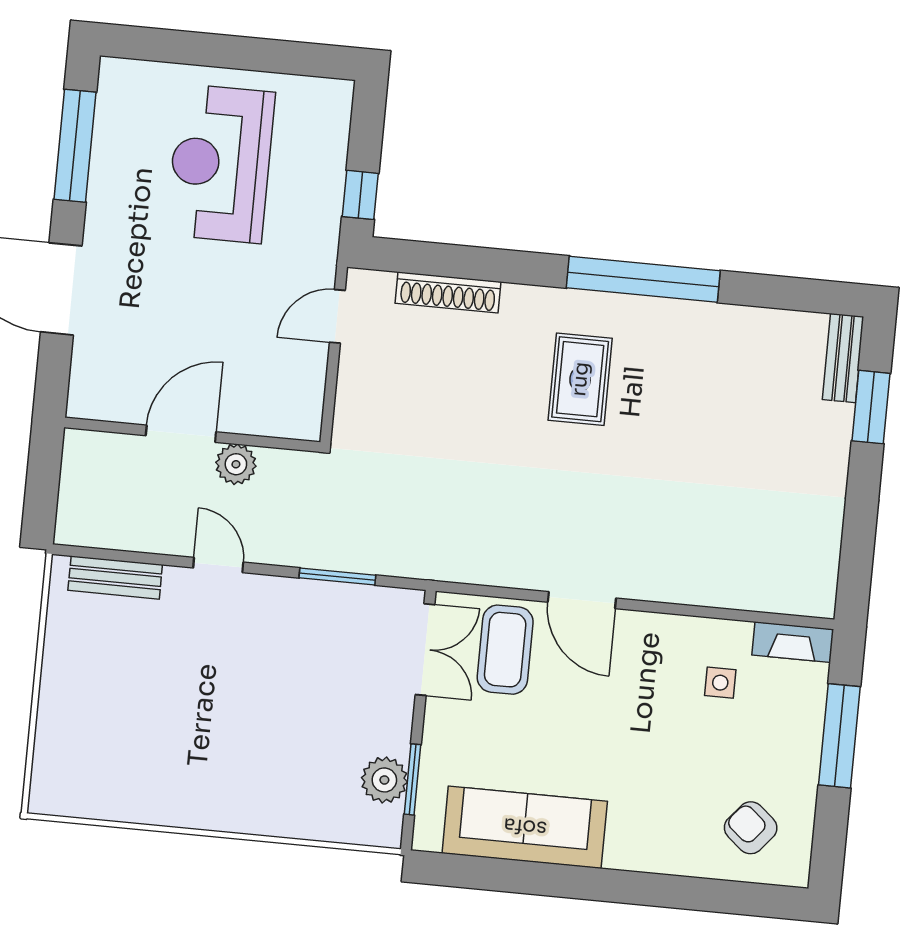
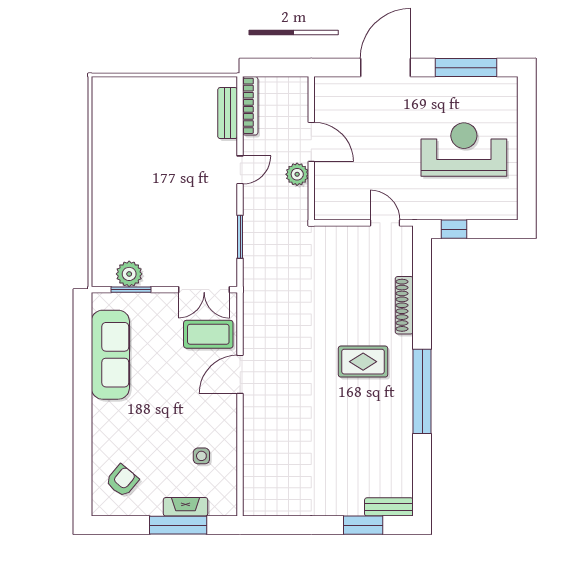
shoe rack: (448, 292) -> (404, 305), moved
bookcase: (106, 536) -> (250, 106), added
fireplace: (793, 642) -> (186, 507), moved, turned 90

